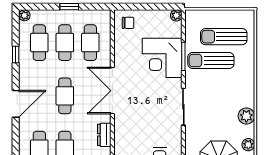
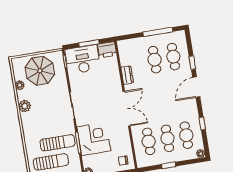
cafe table: (65, 96) -> (161, 99), removed
window: (16, 137) -> (192, 63), added

